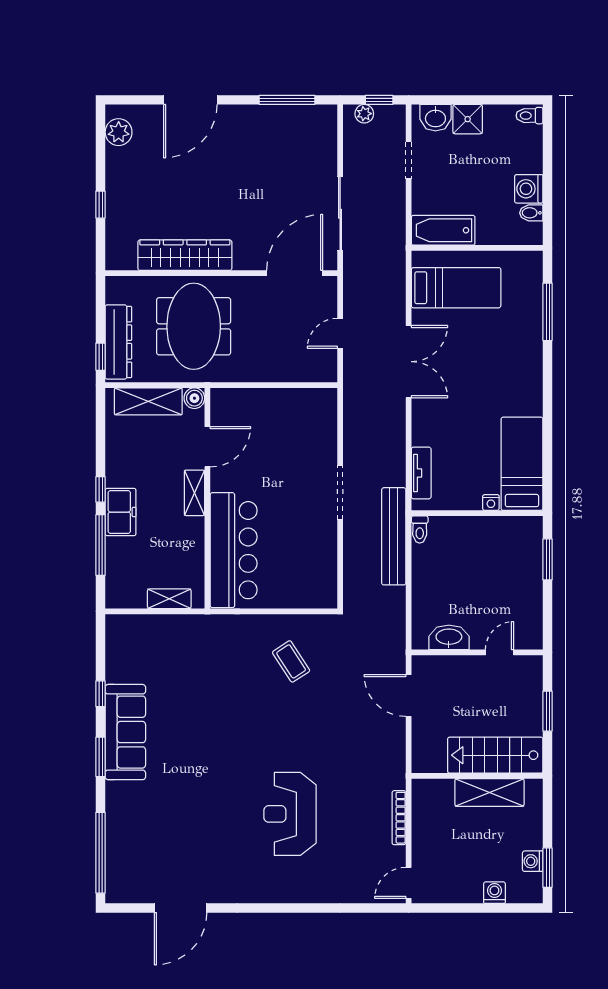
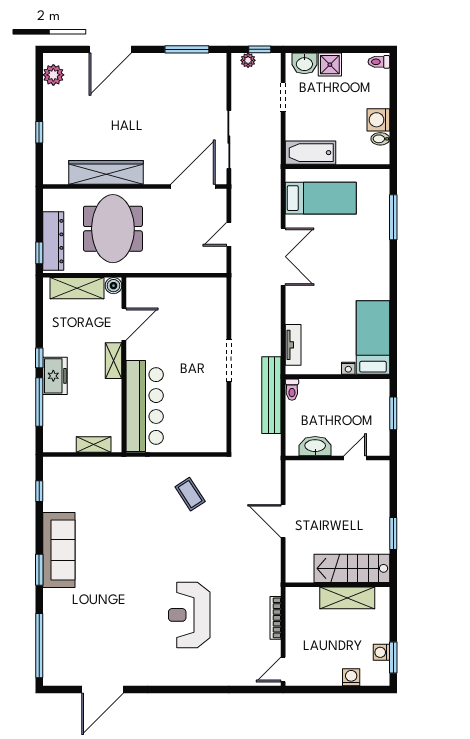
washbasin: (449, 637) -> (315, 446), moved
wall: (477, 652) -> (337, 458), moved
door: (499, 652) -> (355, 458), moved
window: (101, 694) -> (39, 491), moved

